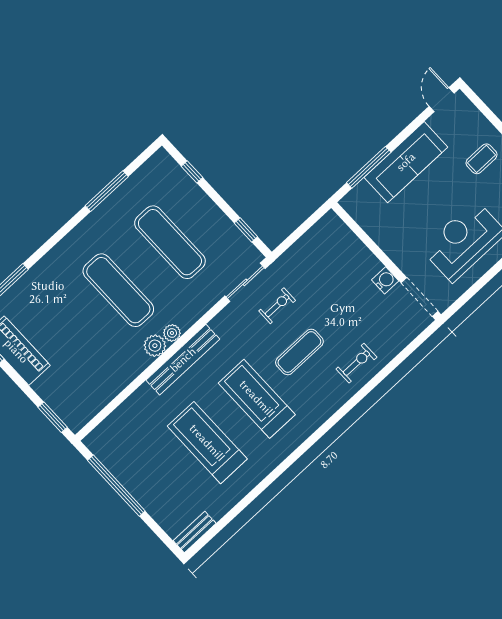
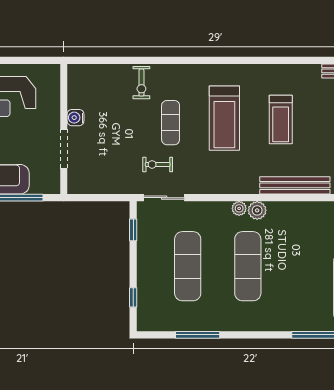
doorway: (420, 297) -> (64, 149), moved
exercise mat: (299, 352) -> (171, 123), turned 90
bench: (183, 360) -> (295, 185), moved
exercise bike: (356, 363) -> (141, 83), turned -90
treadmill: (207, 443) -> (281, 120), width x0.73, depth x0.73

